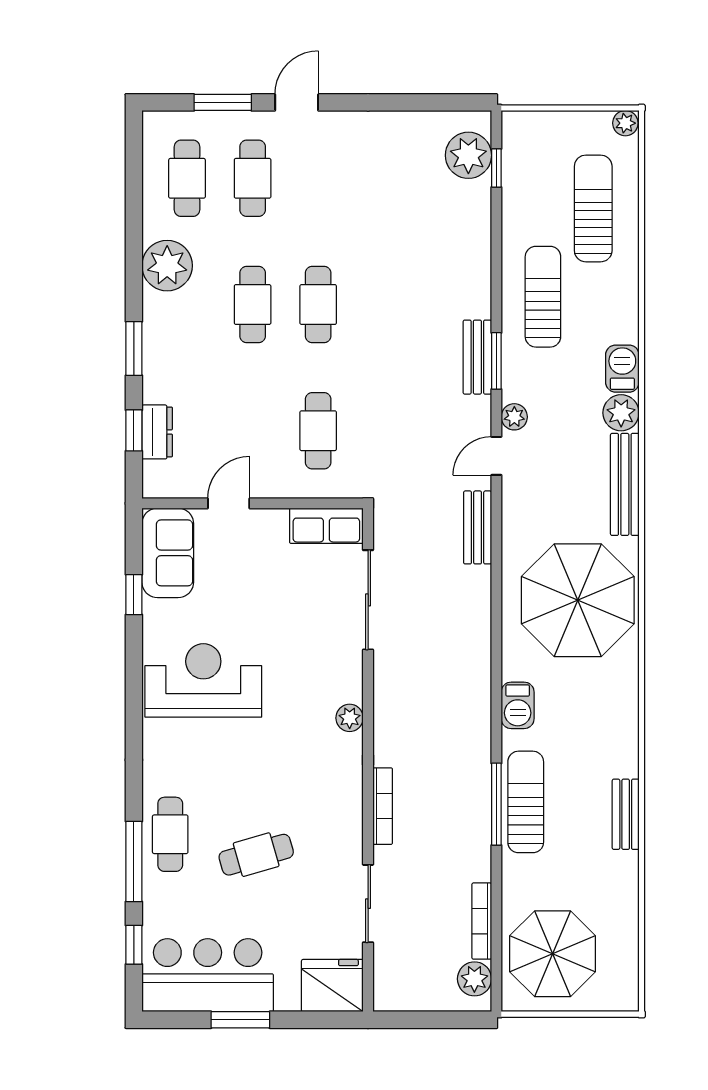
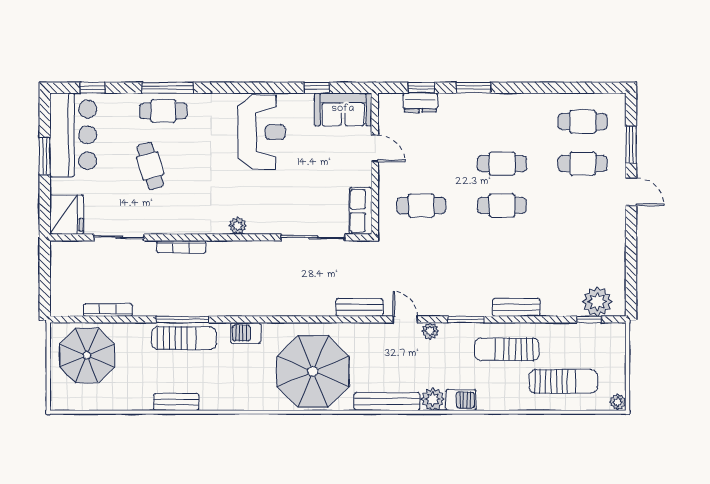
plant: (167, 266) -> (527, 109), removed
sun lounger: (543, 297) -> (507, 349), turned 180
bench: (477, 357) -> (516, 307), moved
window: (134, 862) -> (168, 88), moved
plant: (474, 979) -> (71, 305), removed

